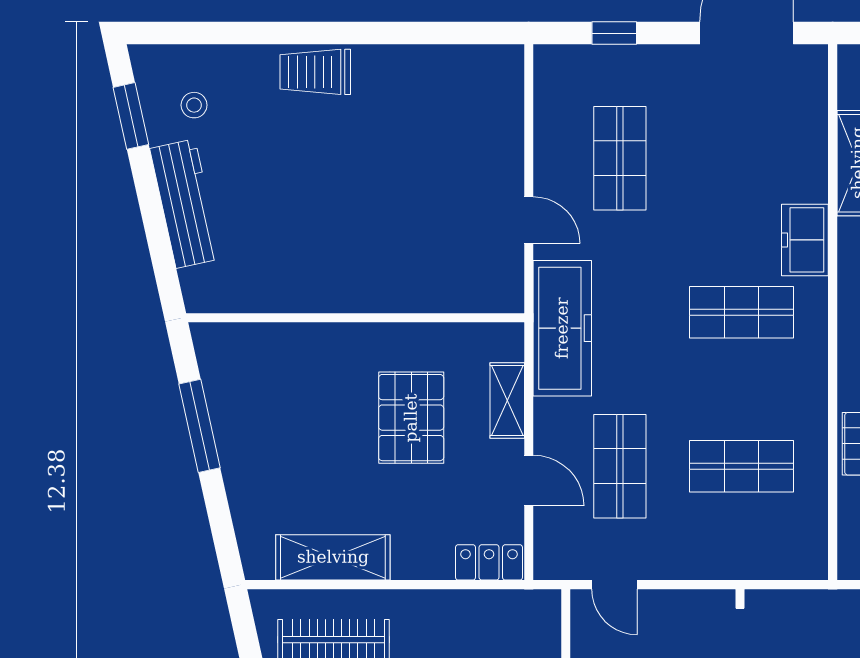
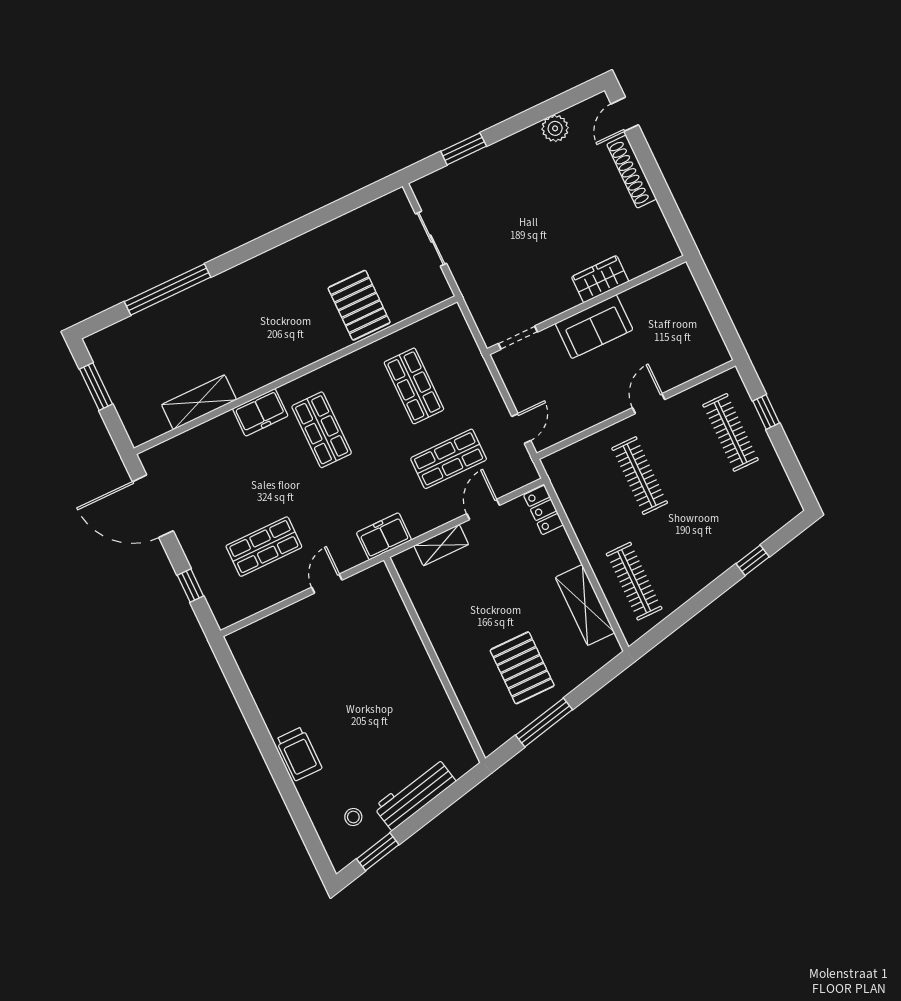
freezer: (562, 328) -> (384, 536), width x0.52, depth x0.79
pallet: (411, 418) -> (522, 668), moved, turned 90

